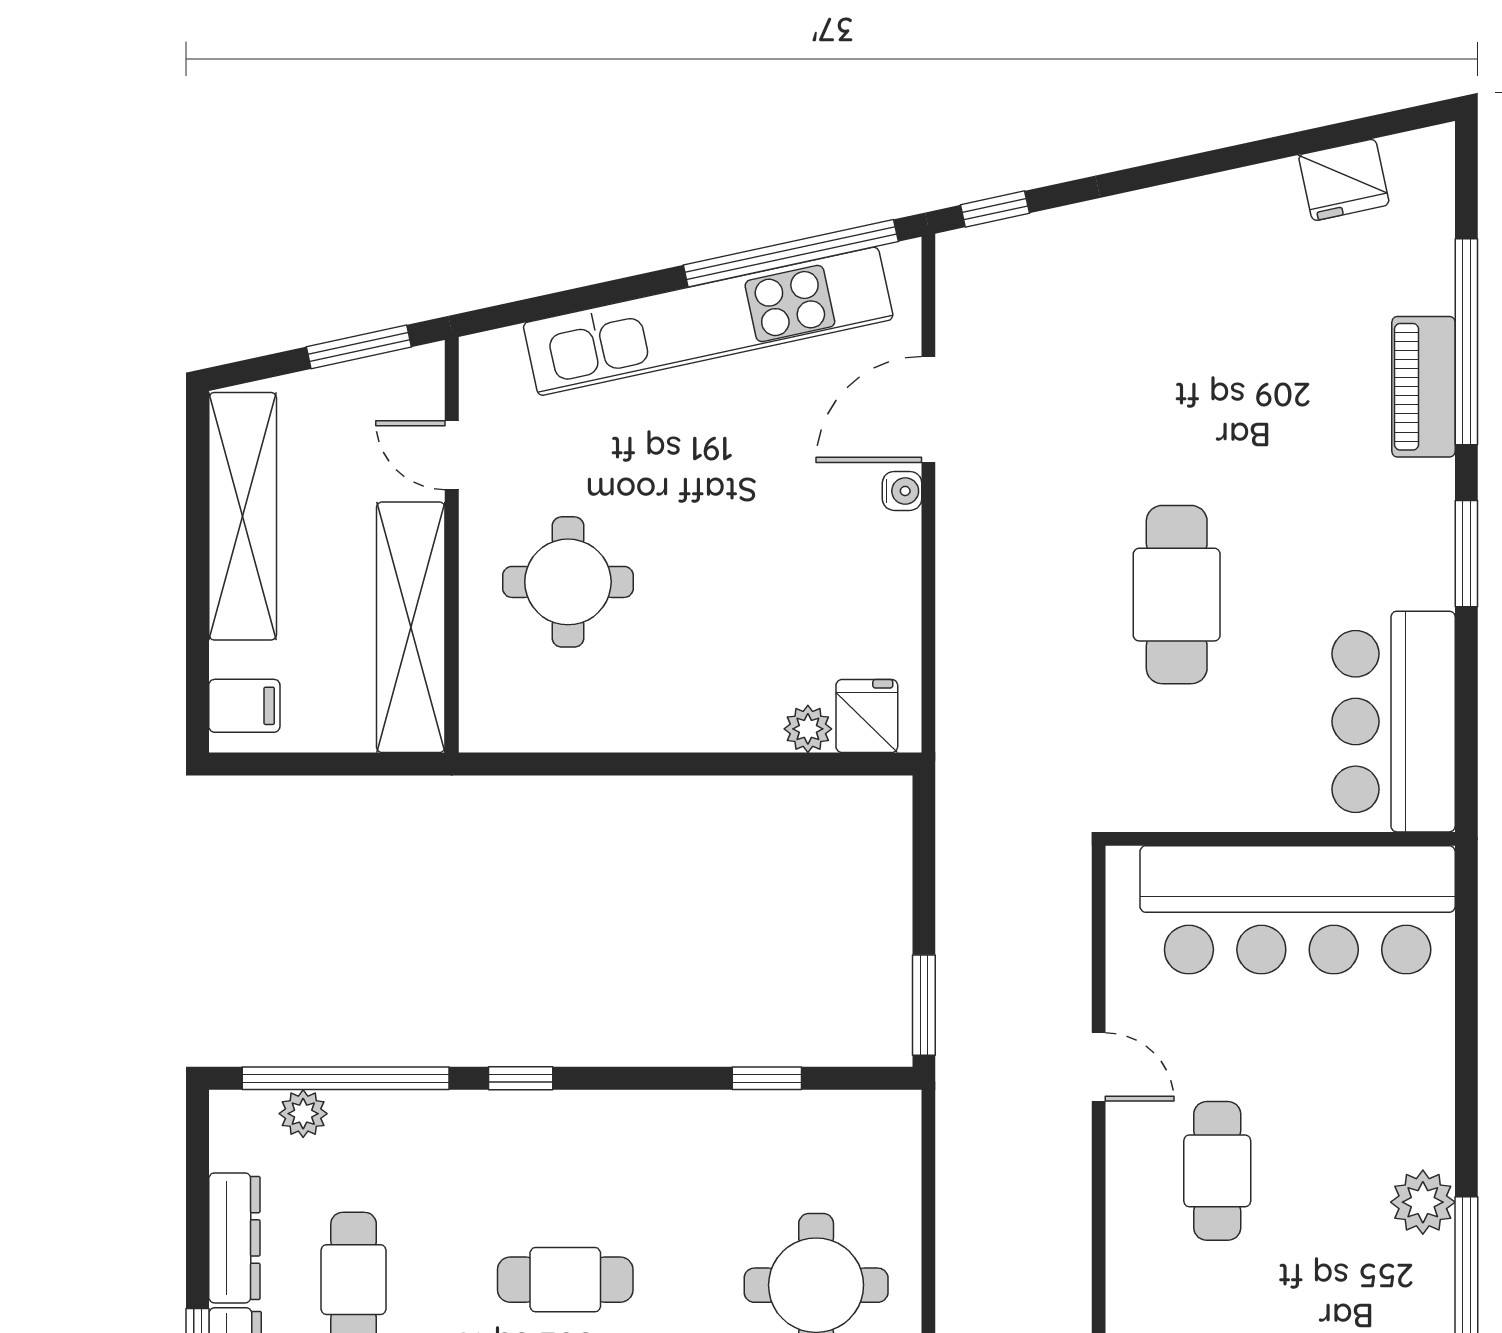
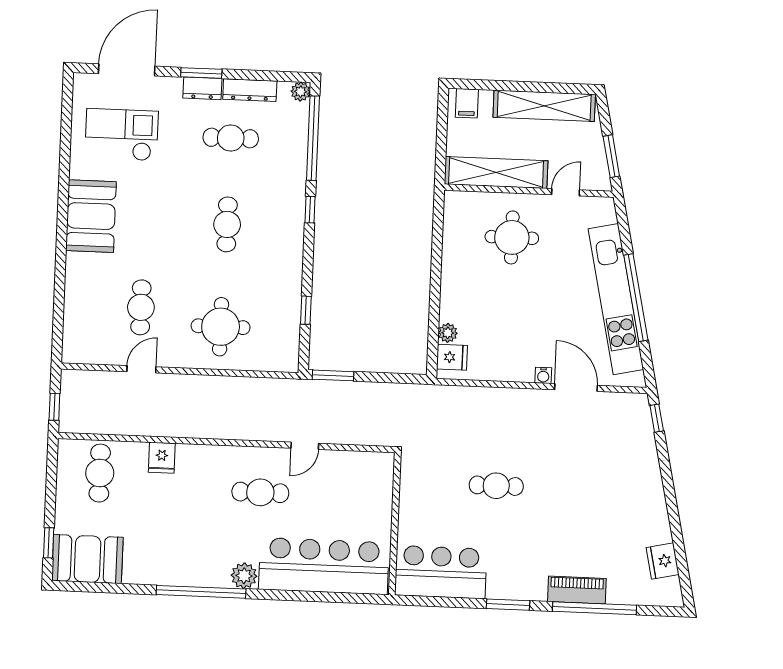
window: (791, 253) -> (636, 298), moved
cafe table: (1177, 595) -> (496, 486), width x0.73, depth x0.74
bar counter: (1298, 910) -> (324, 566), moved, turned 90
plant: (303, 1114) -> (301, 92), moved

